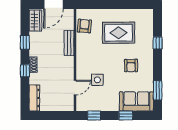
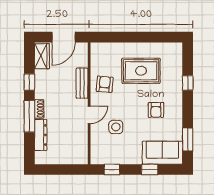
armchair: (84, 26) -> (105, 84), moved
window: (25, 71) -> (29, 116), width x2.17
door: (75, 88) -> (89, 115), moved
dresser: (34, 98) -> (41, 135), moved

